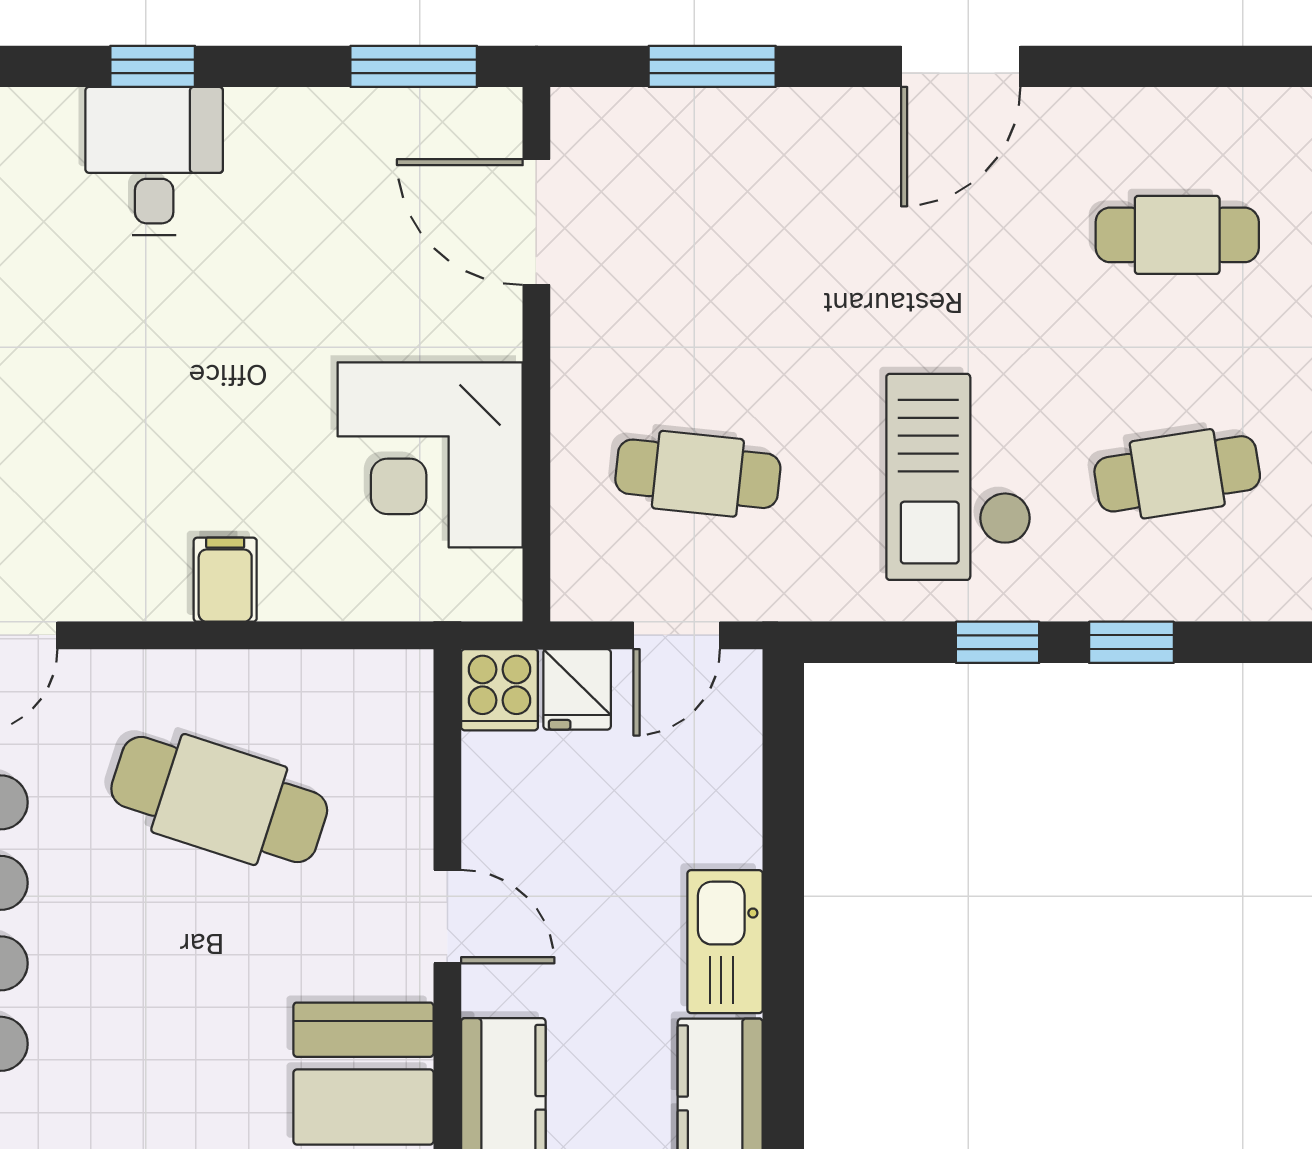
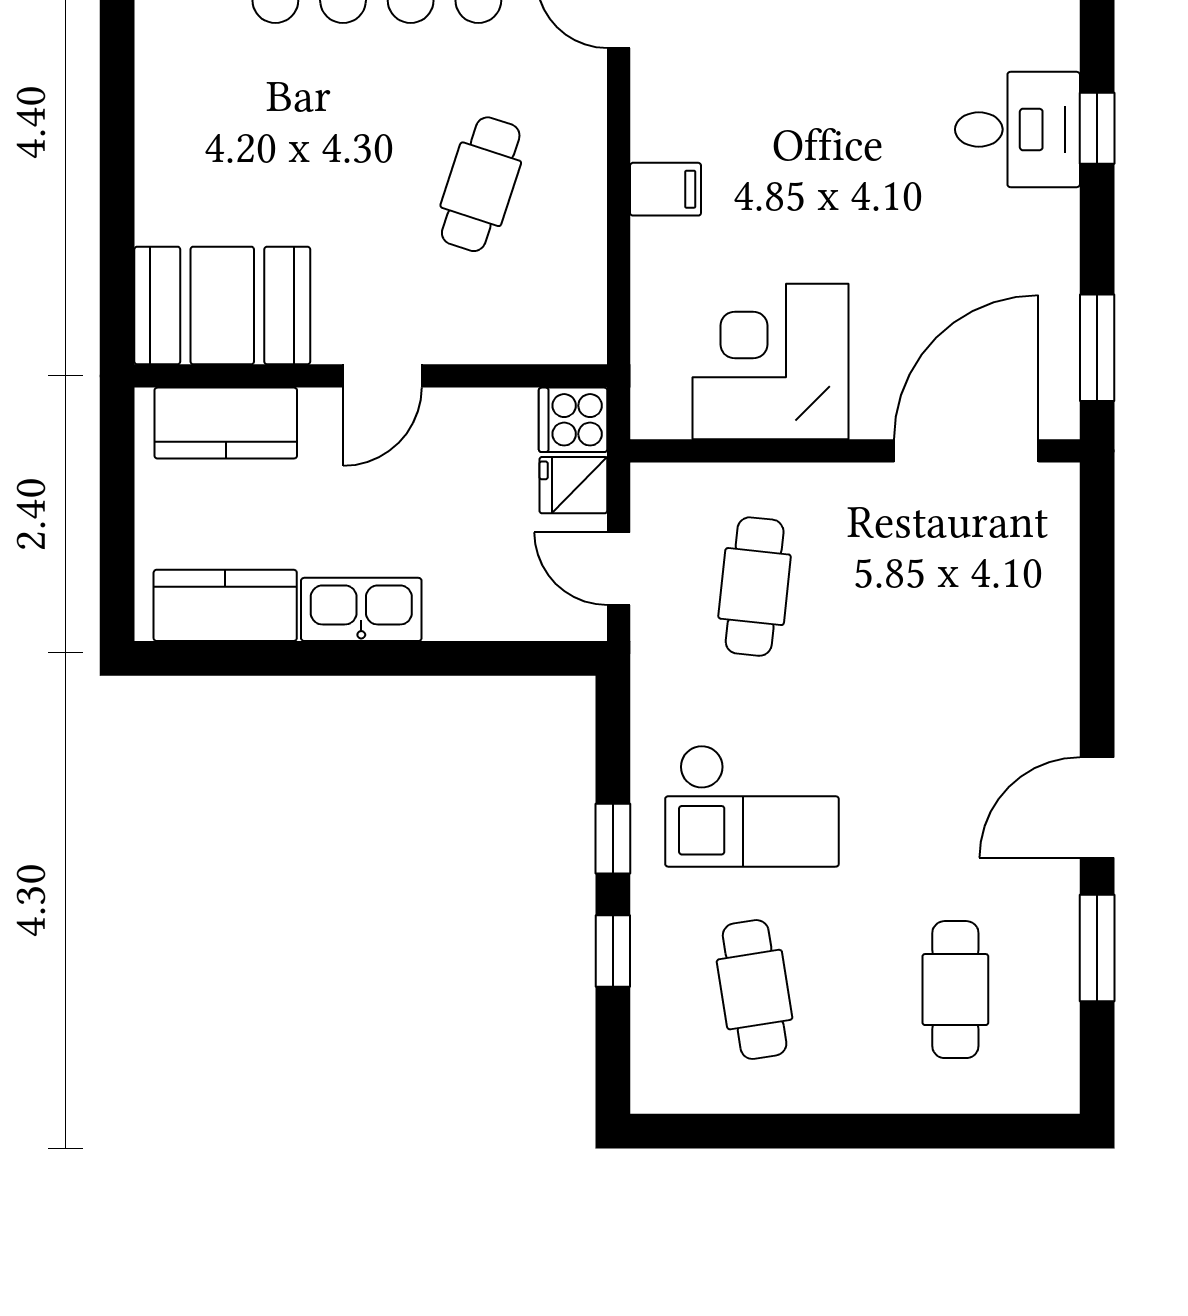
window: (712, 66) -> (1097, 948), moved
door: (961, 66) -> (1097, 808), hinge flipped
door: (536, 222) -> (966, 451), width x1.36
checkout: (959, 477) -> (752, 806), turned 180
cafe table: (219, 800) -> (481, 184), width x0.73, depth x0.74

